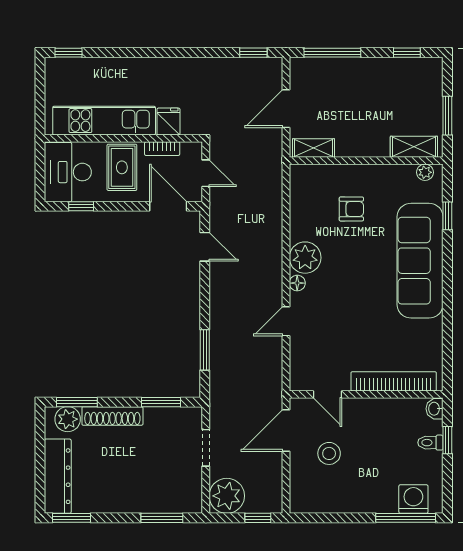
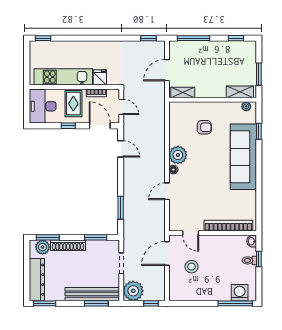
window: (81, 206) -> (68, 126), moved
bench: (155, 502) -> (92, 294), added

